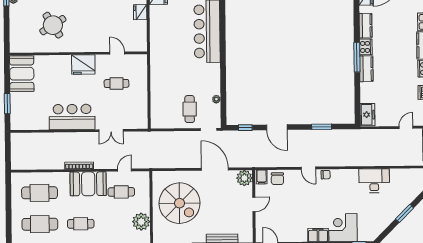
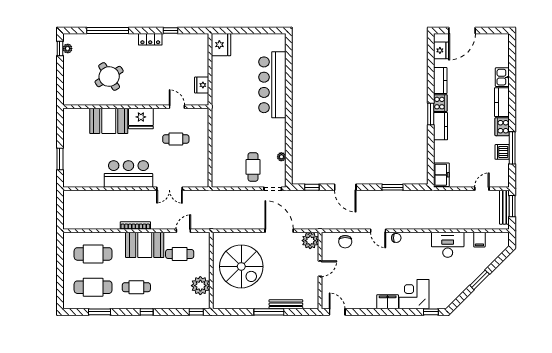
fridge: (140, 12) -> (202, 85), moved
window: (357, 57) -> (431, 114), width x0.69
booth: (22, 74) -> (109, 121), moved, turned 90
filing cabinet: (262, 177) -> (479, 240), moved

